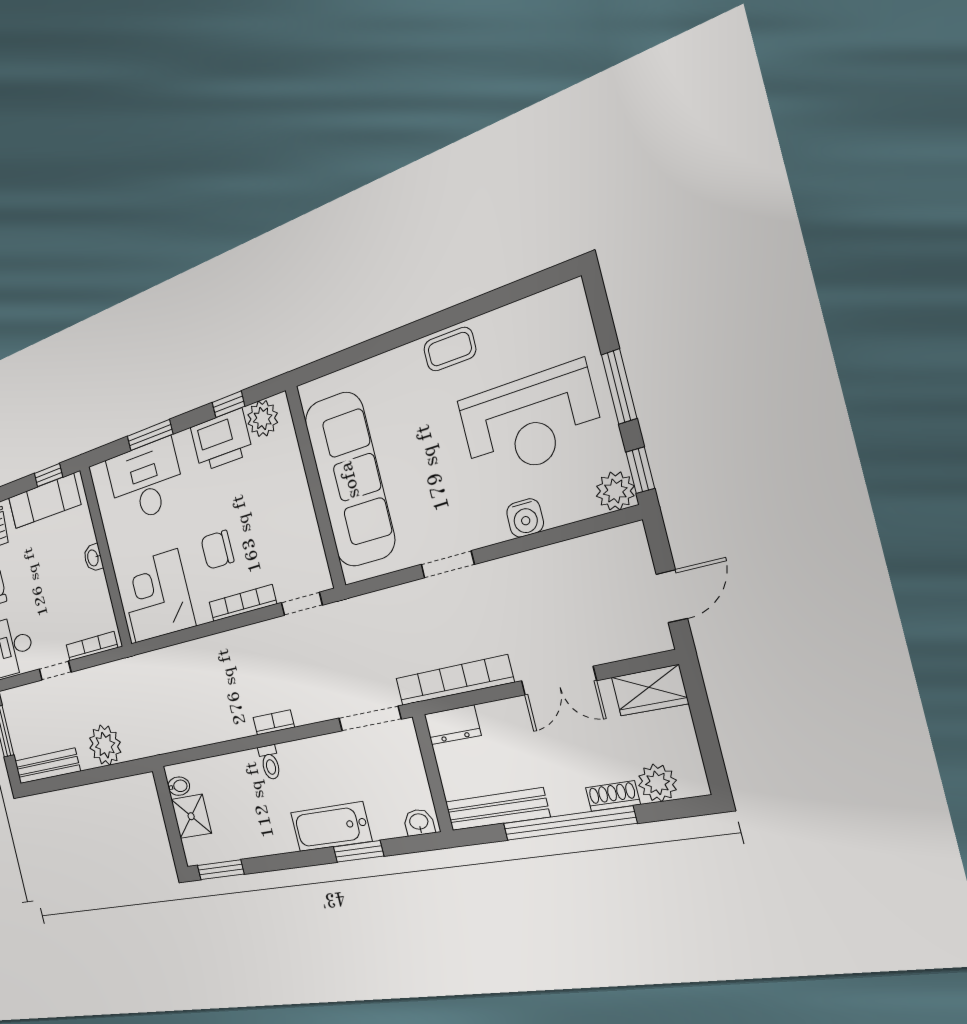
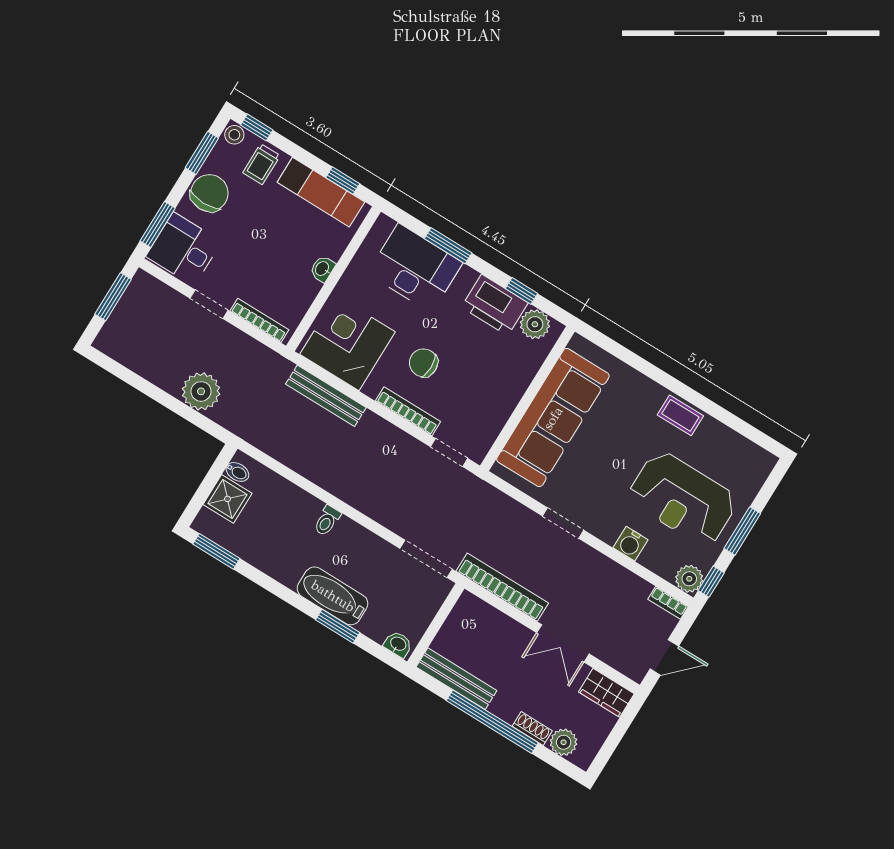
bookcase: (274, 722) -> (668, 603), moved, turned 180
dresser: (452, 725) -> (476, 610), removed
bench: (47, 766) -> (326, 396), moved

